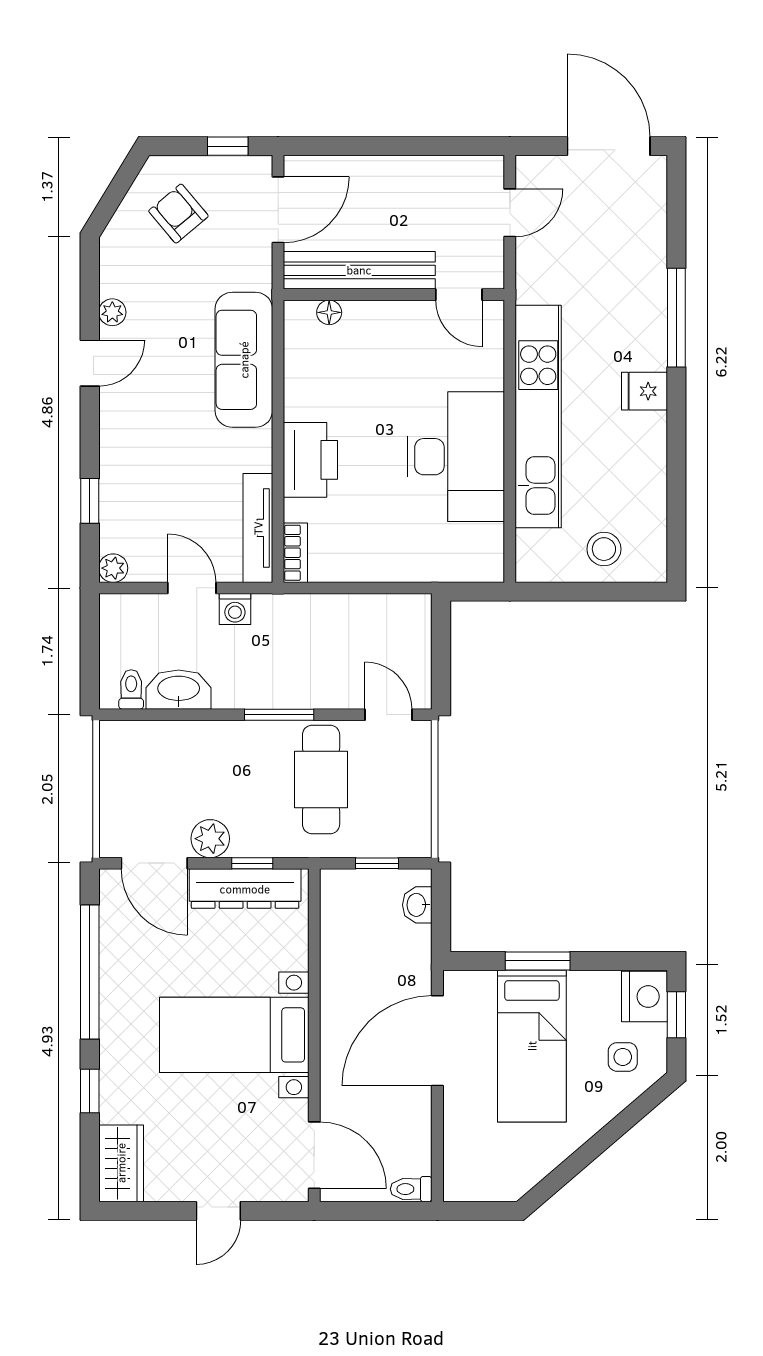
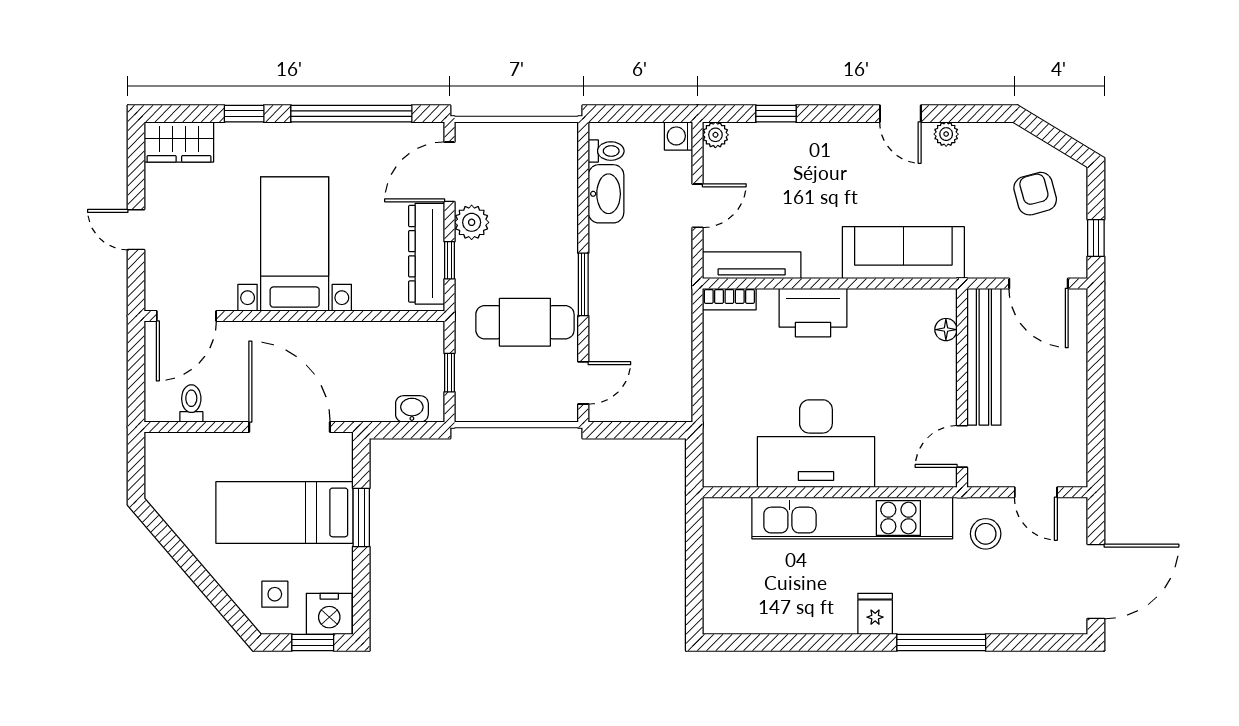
armchair: (178, 214) -> (1035, 194), turned -65
stool: (604, 549) -> (986, 534), moved
washing machine: (235, 609) -> (679, 136), moved
toilet: (411, 1189) -> (191, 403), moved

